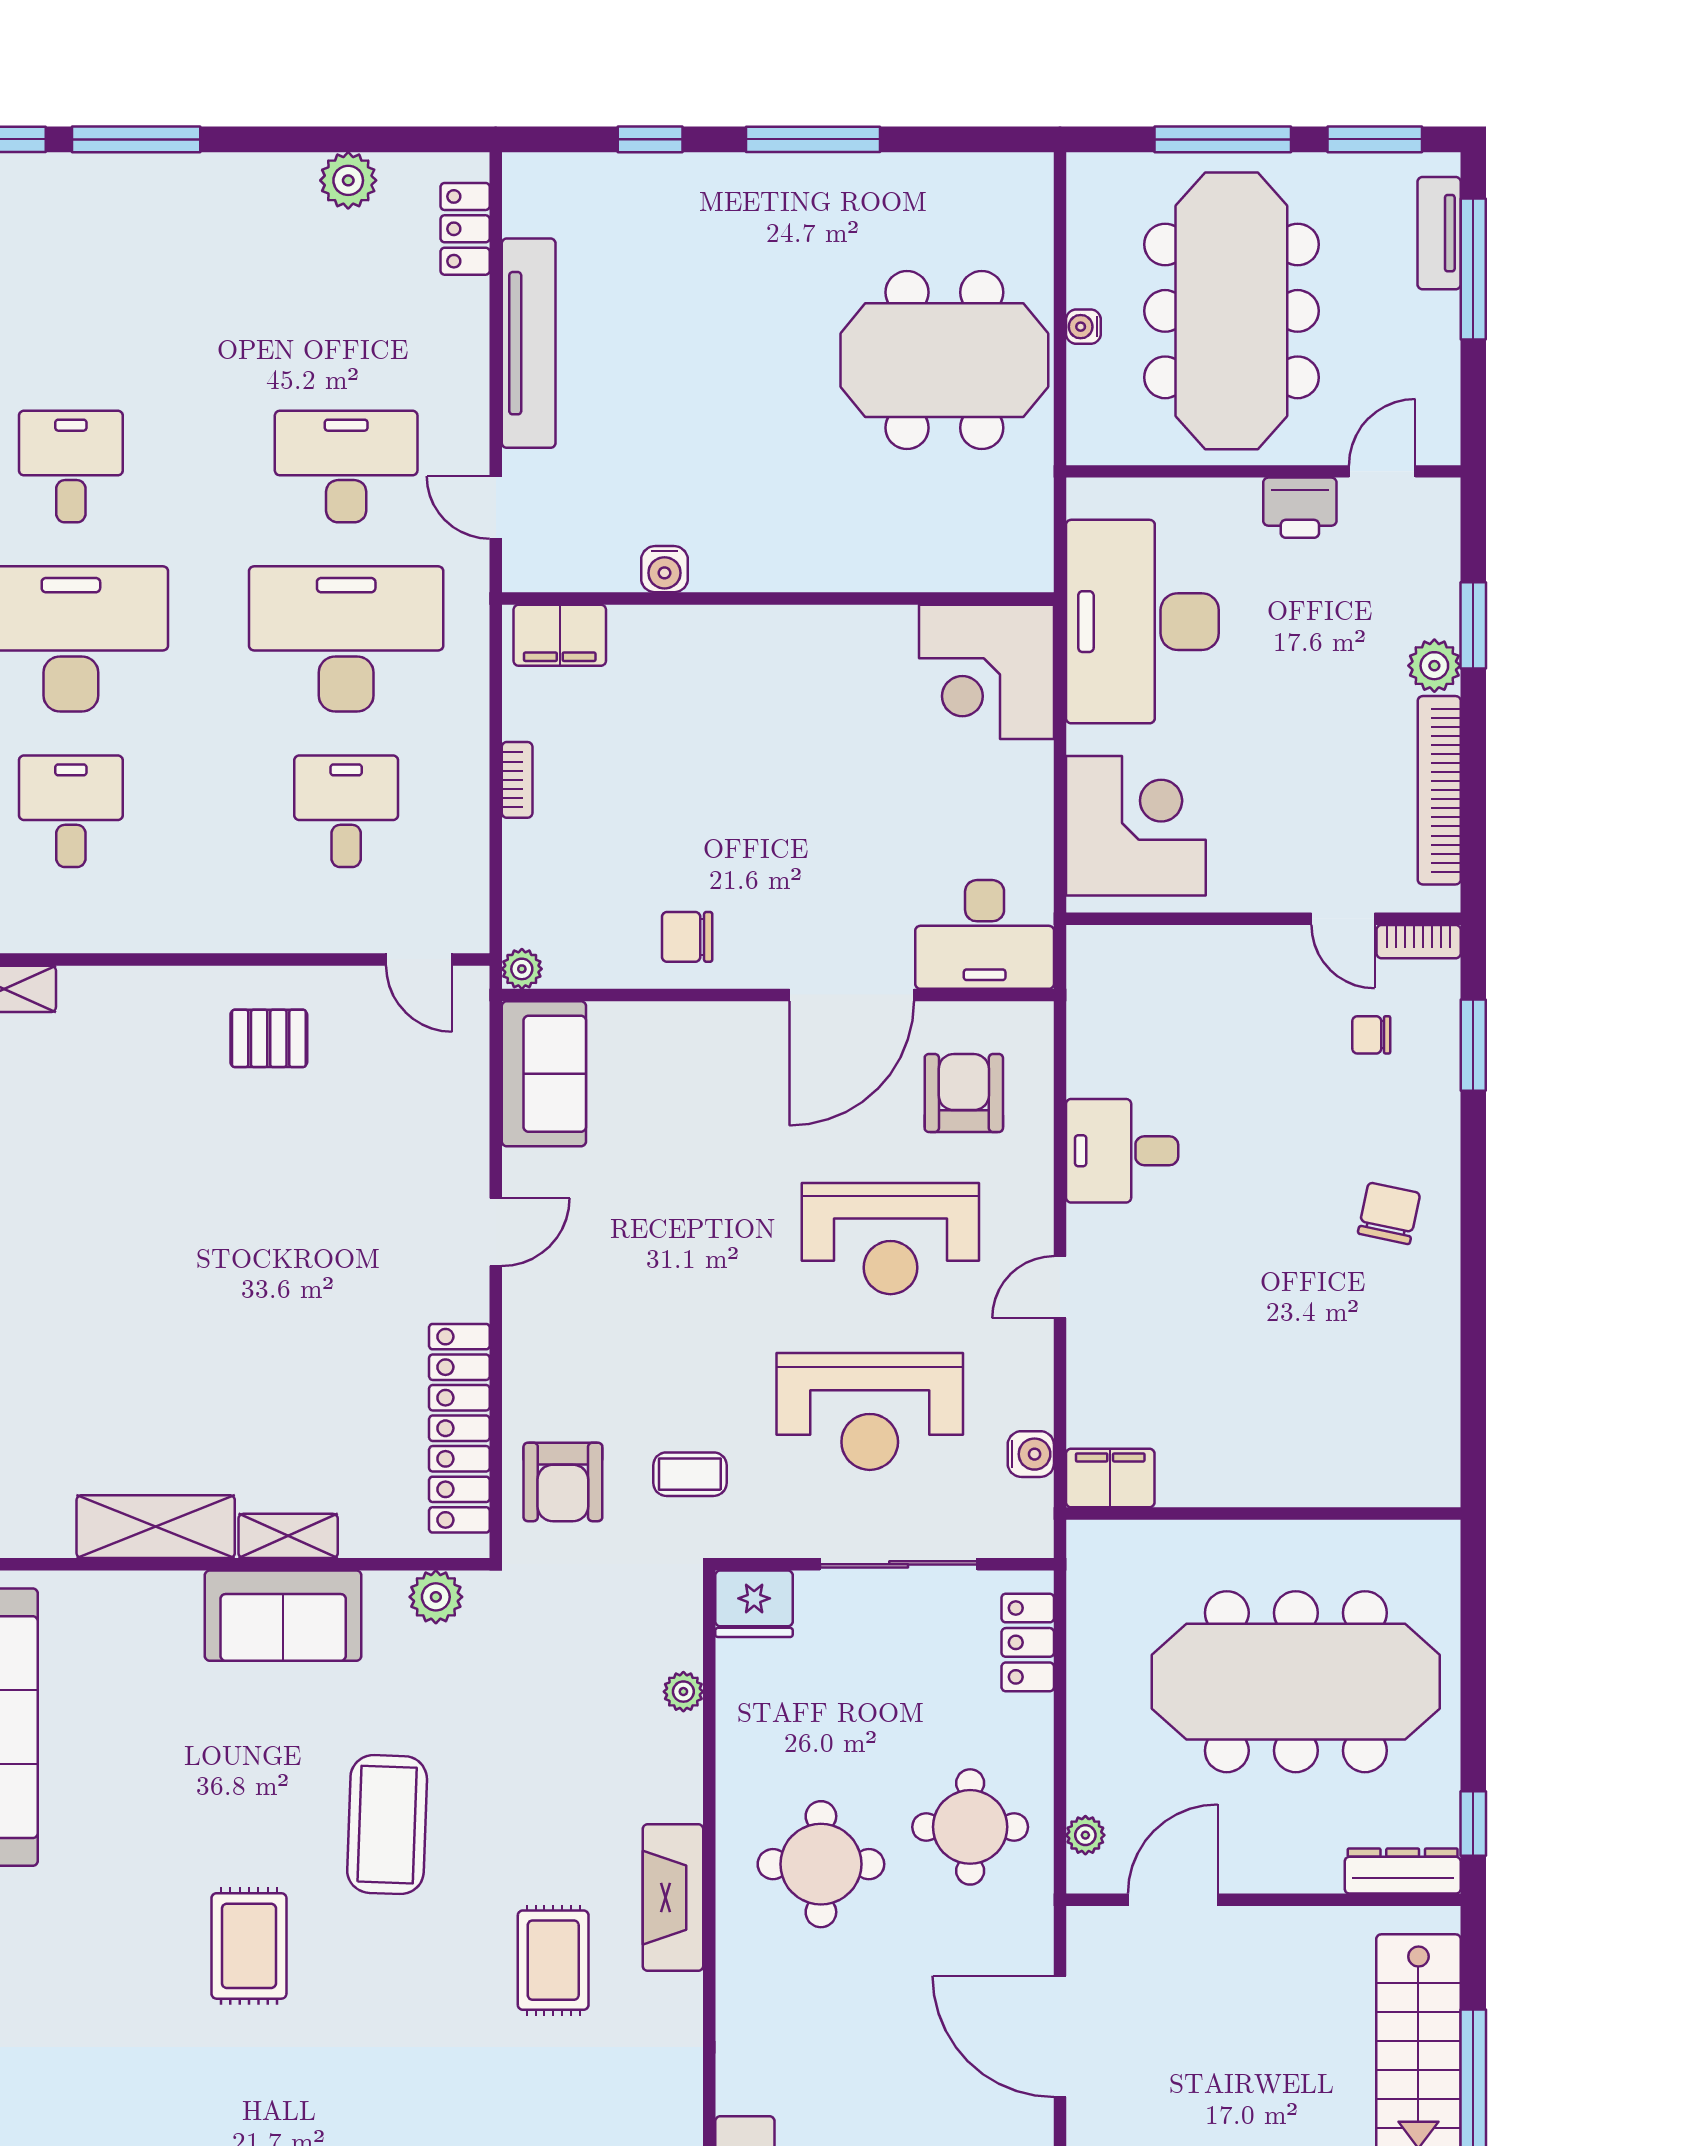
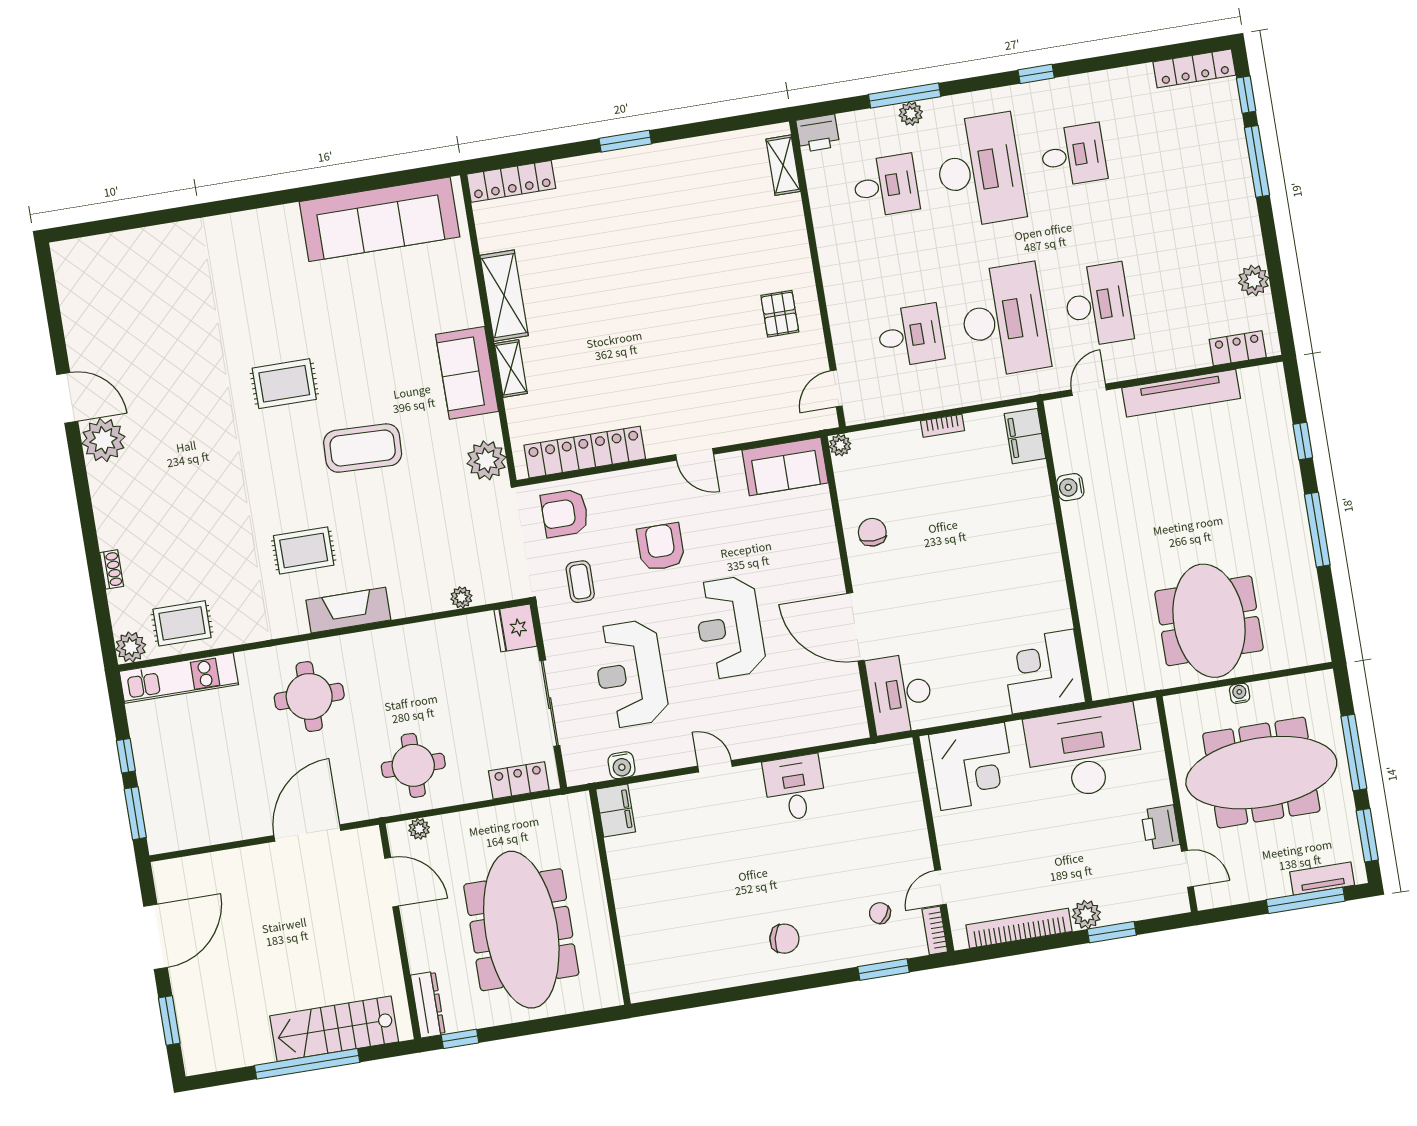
chair: (1371, 1035) -> (880, 913), turned -55
armchair: (964, 1093) -> (661, 547), moved, turned -90
reception desk: (890, 1239) -> (729, 627), moved
plant: (436, 1597) -> (486, 460), width x1.36, depth x1.36
round table: (821, 1864) -> (309, 696), moved

